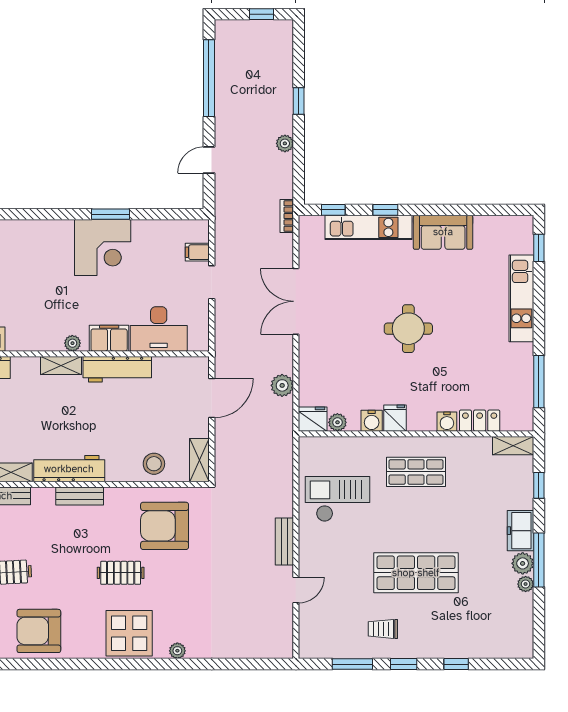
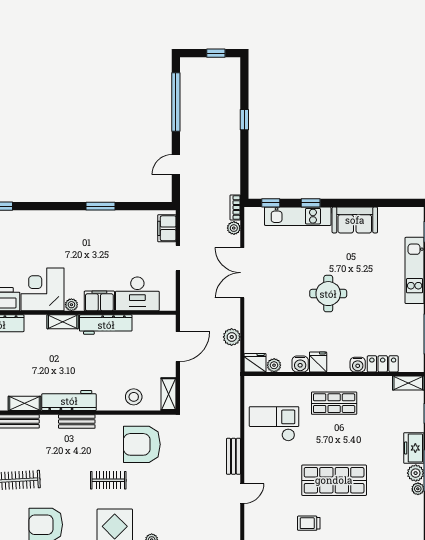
plant: (285, 143) -> (234, 228), moved
corner desk: (103, 248) -> (42, 289), moved, turned 180
filing cabinet: (197, 252) -> (167, 228), width x2.00

